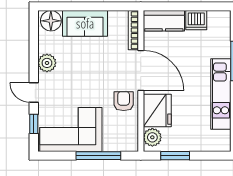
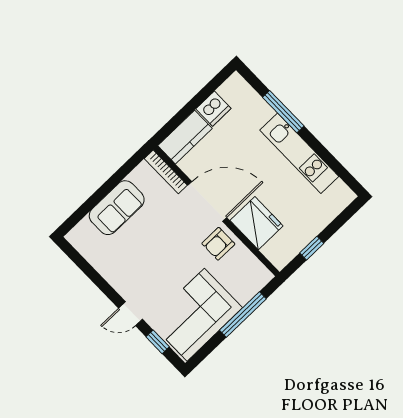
floor lamp: (51, 21) -> (84, 235), removed
plant: (47, 63) -> (117, 276), removed
armchair: (124, 101) -> (218, 244), turned -90
plant: (152, 137) -> (275, 251), removed
window: (175, 156) -> (312, 248), width x0.67

